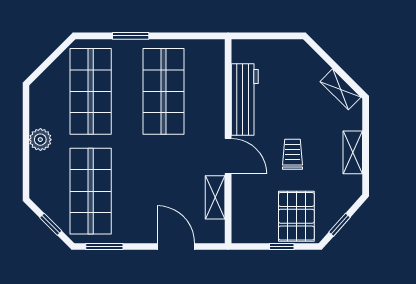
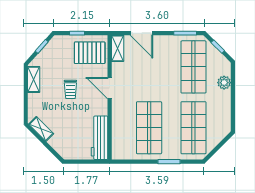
workbench: (245, 99) -> (99, 138), moved
plant: (40, 140) -> (224, 83), moved
shelving: (353, 152) -> (34, 79), moved
shelving: (215, 197) -> (118, 48), moved
pallet: (296, 216) -> (90, 53), moved, turned 90

